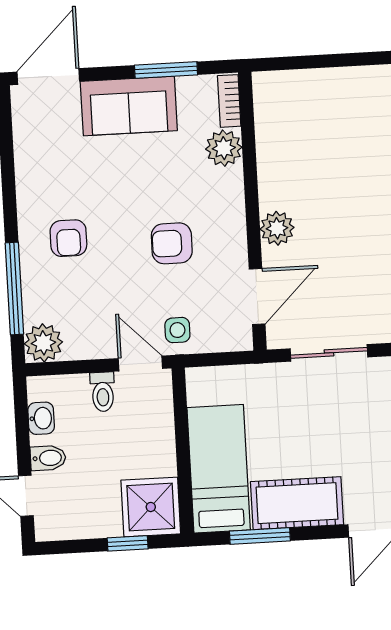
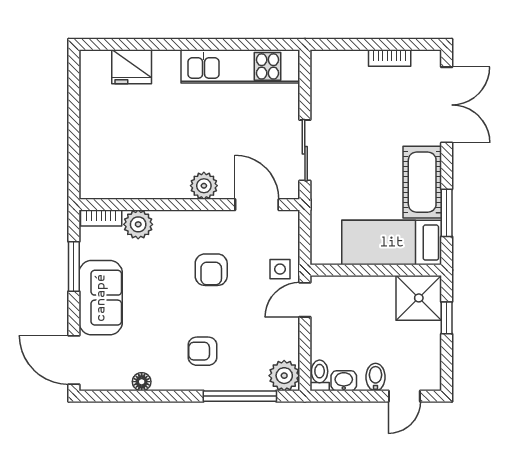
floor lamp: (26, 164) -> (142, 382), added
armchair: (68, 238) -> (202, 351), turned 180
toilet: (103, 392) -> (320, 375), moved, turned -90

